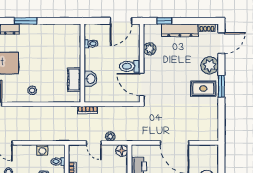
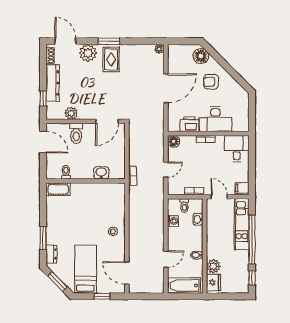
toilet: (130, 66) -> (76, 133), moved
cot: (74, 80) -> (58, 189), moved
plant: (110, 136) -> (159, 49), moved

